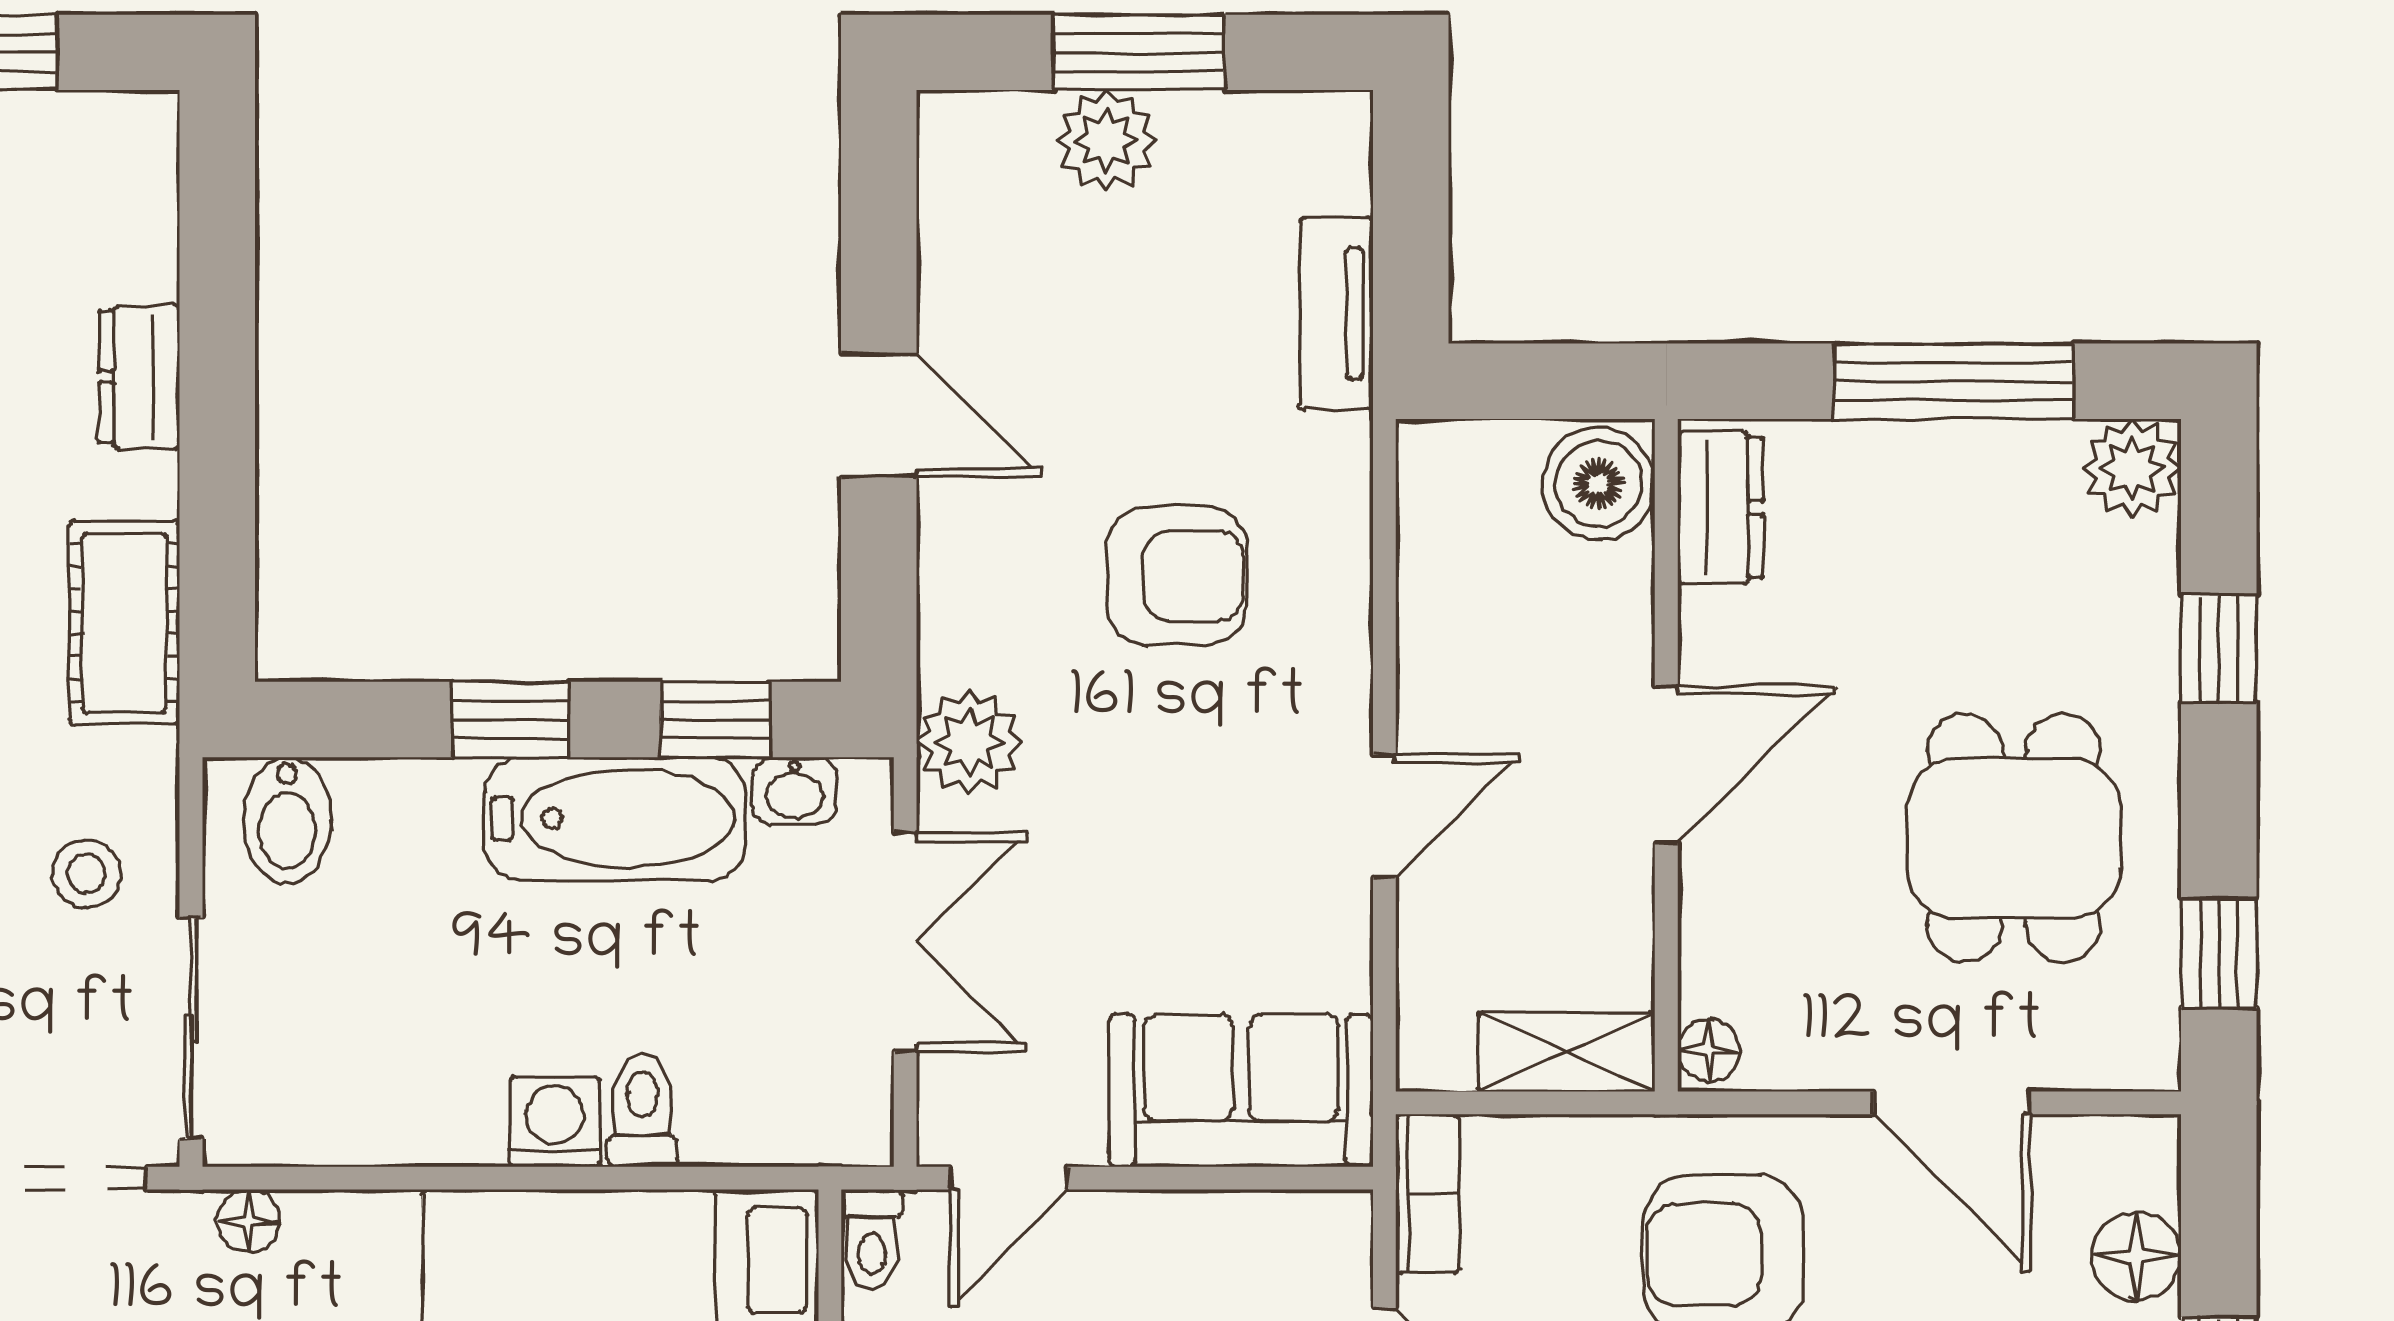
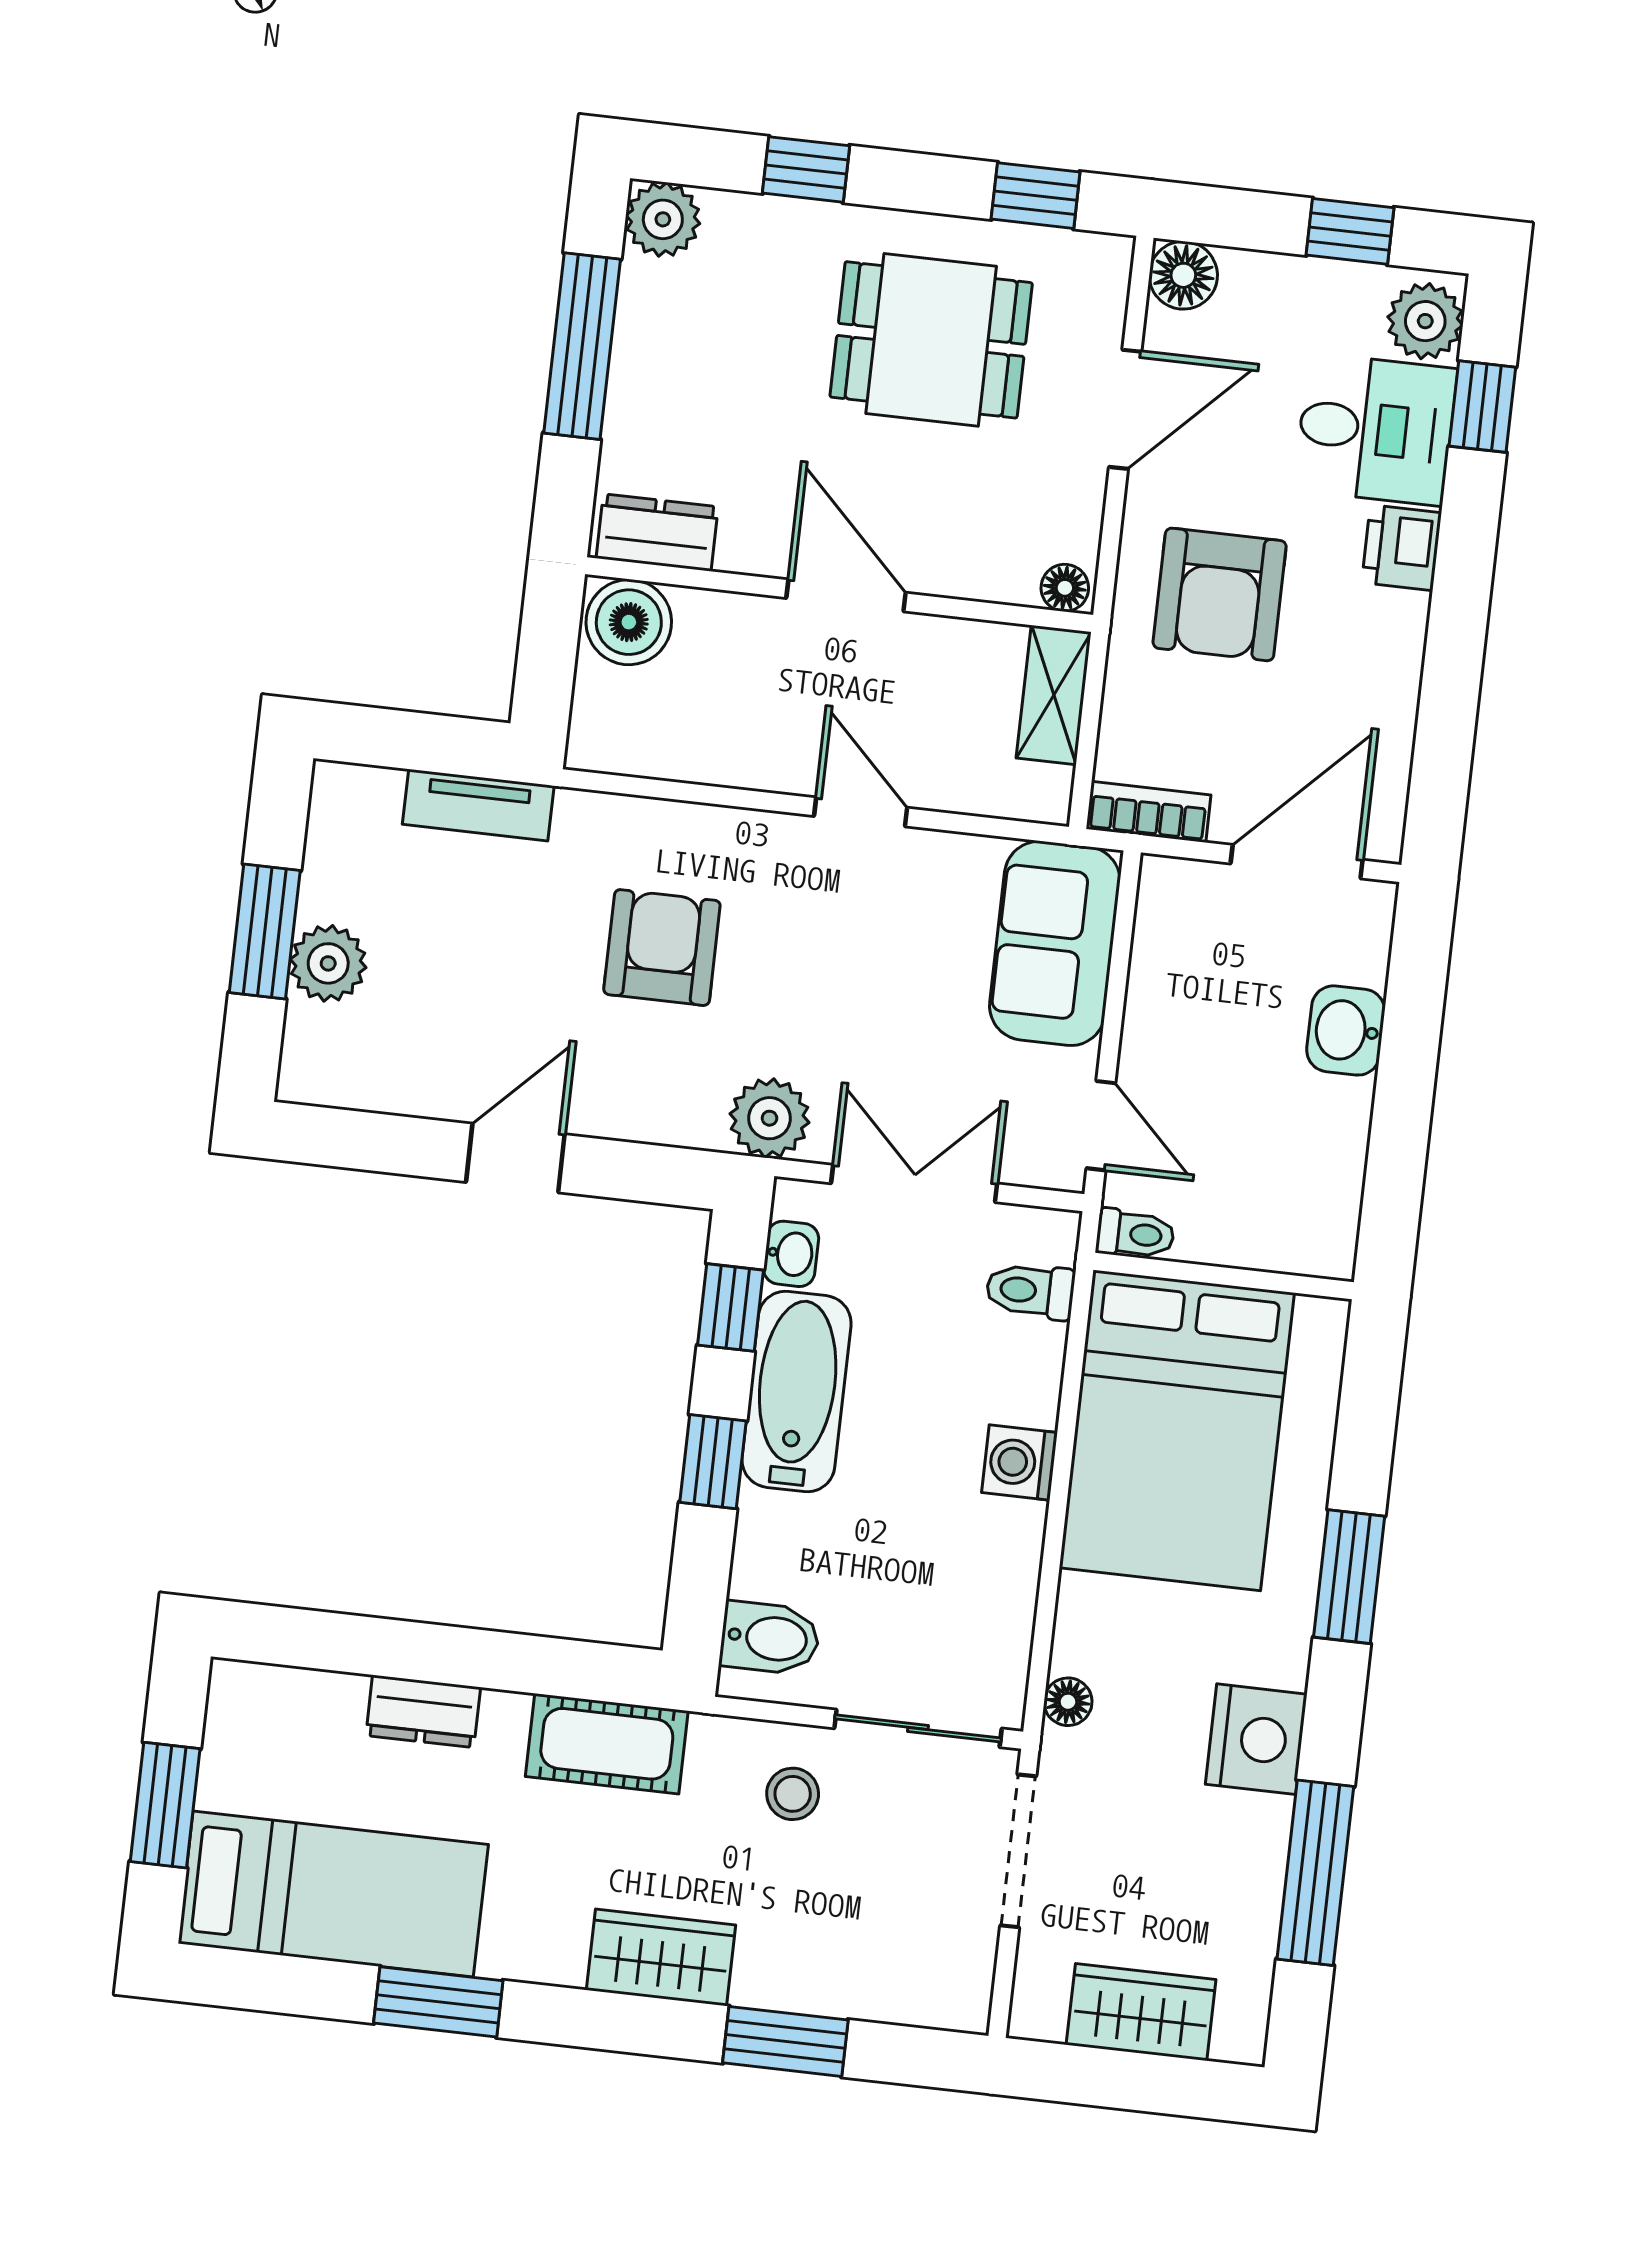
toilet: (642, 1110) -> (1030, 1291), moved
floor lamp: (2136, 1256) -> (1183, 275), moved

